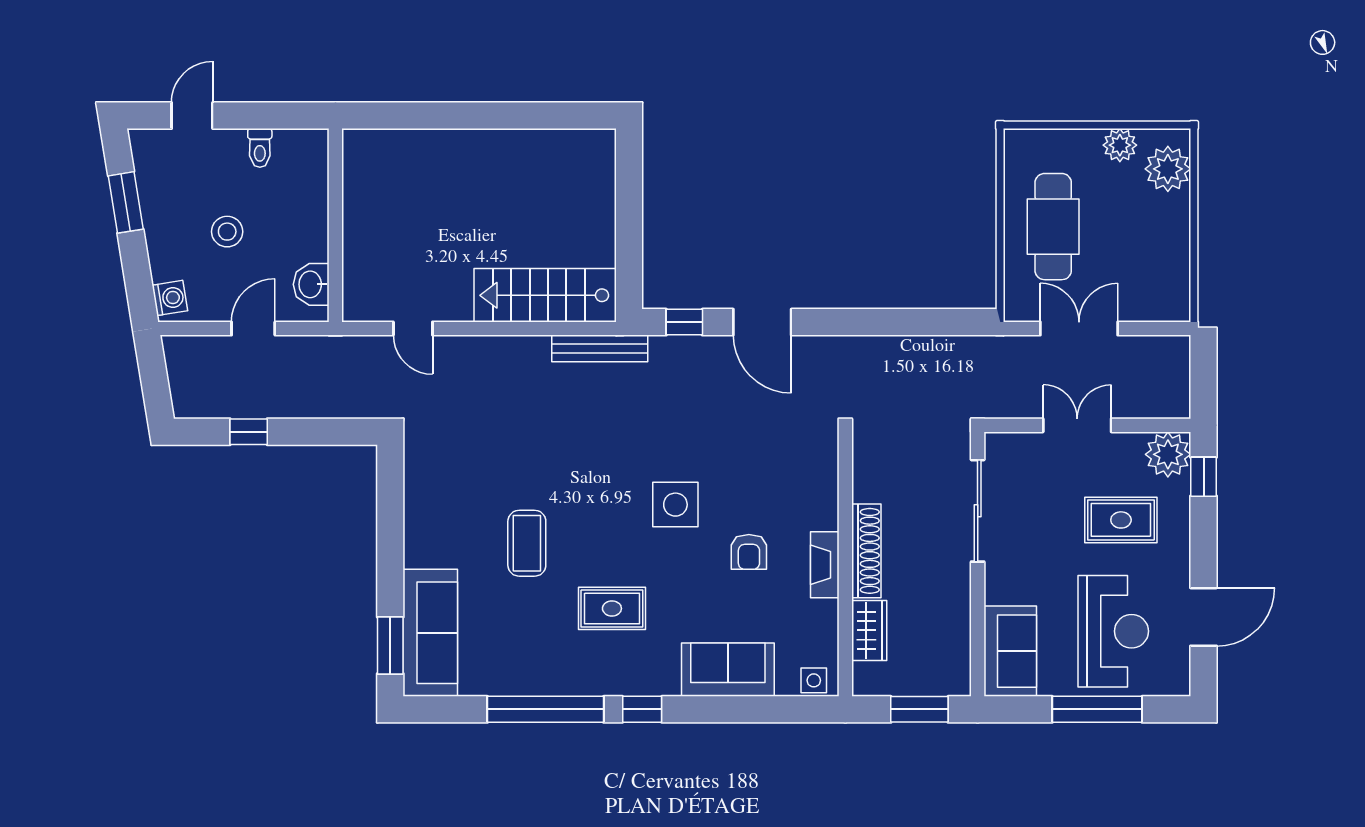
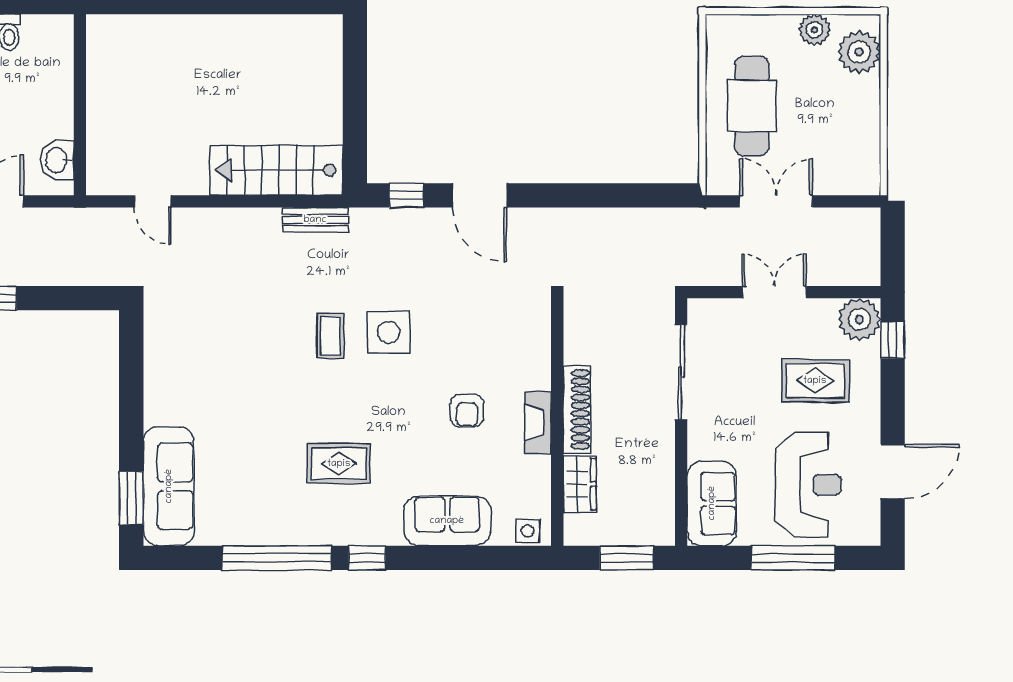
bench: (600, 348) -> (315, 220), width x0.73
side table: (675, 505) -> (389, 332), moved
coffee table: (527, 543) -> (330, 336), moved, width x0.73, depth x0.77

